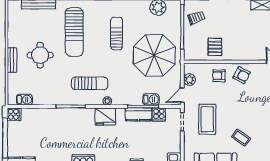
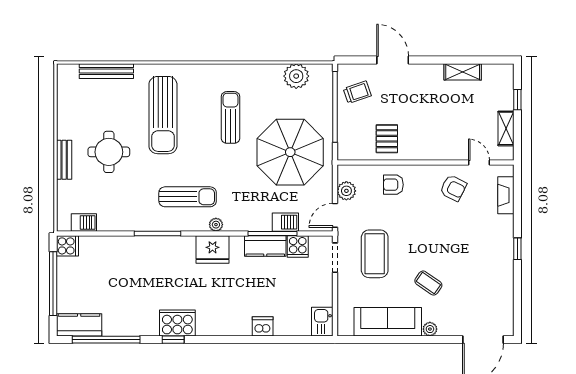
armchair: (242, 75) -> (453, 188), moved

